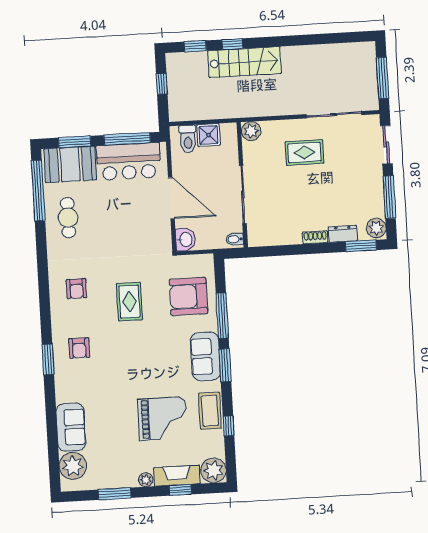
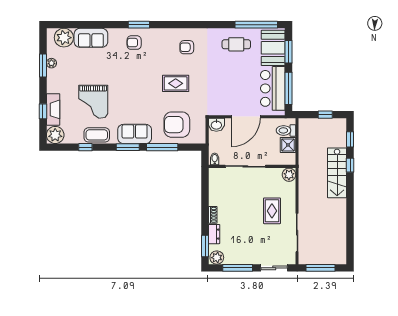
armchair: (188, 296) -> (177, 125), turned -90
armchair: (79, 348) -> (134, 43), moved
plant: (146, 480) -> (51, 63), moved

